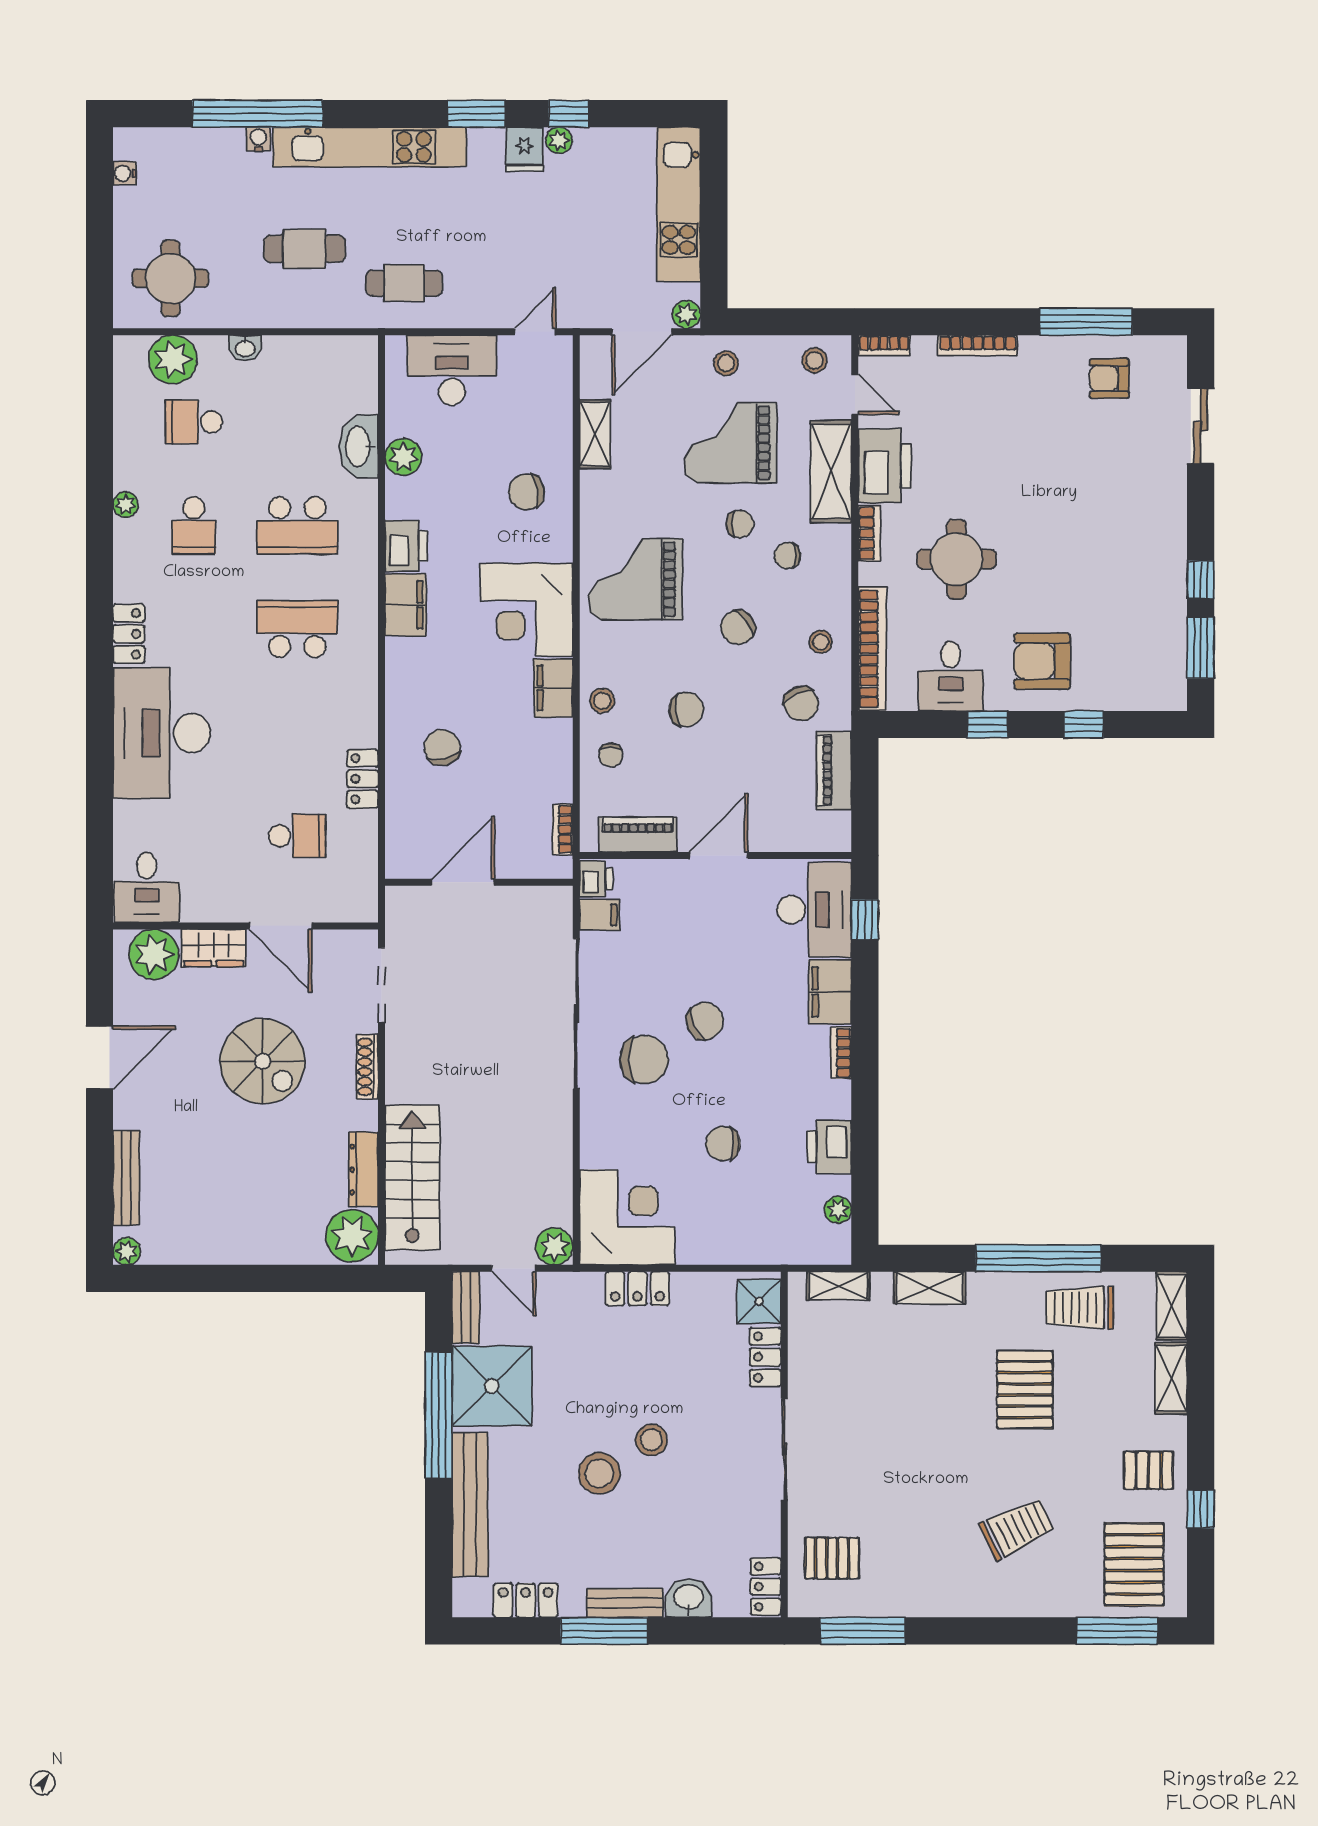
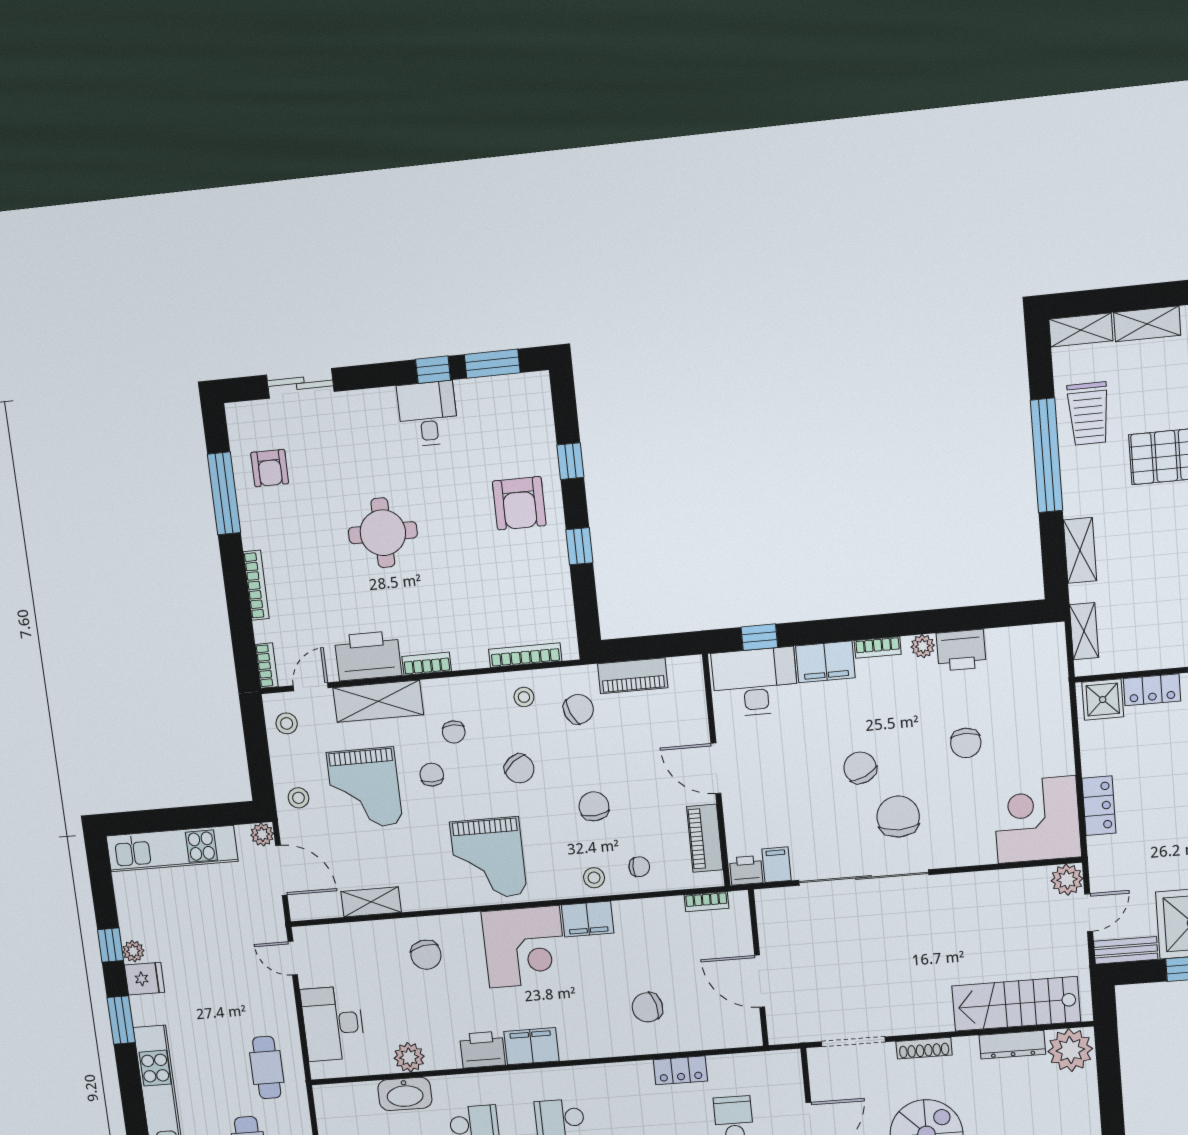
round table: (956, 559) -> (383, 533), moved
bookcase: (872, 649) -> (525, 655), width x0.68, depth x0.76
desk: (951, 676) -> (428, 414), moved, turned -90
plant: (838, 1210) -> (923, 646), moved

